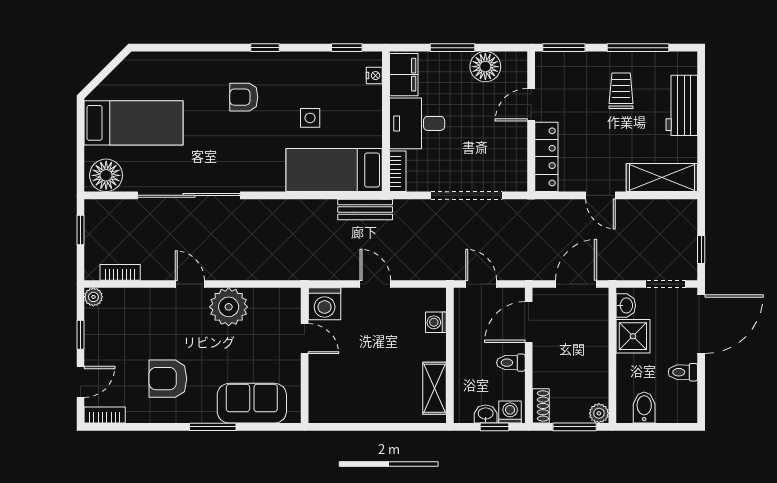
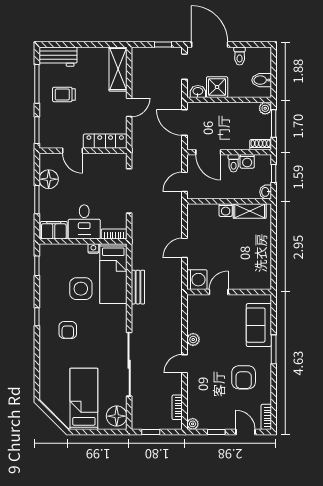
nightstand: (374, 76) -> (93, 249), moved
workbench: (682, 105) -> (58, 57), moved
side table: (310, 118) -> (81, 289), width x1.87, depth x1.87
bench: (365, 209) -> (138, 287), moved
plant: (229, 307) -> (193, 339), width x0.53, depth x0.53
washing machine: (436, 322) -> (226, 210), moved
washing machine: (510, 412) -> (247, 161), moved, turned -90
washbasin: (486, 414) -> (266, 192), moved

